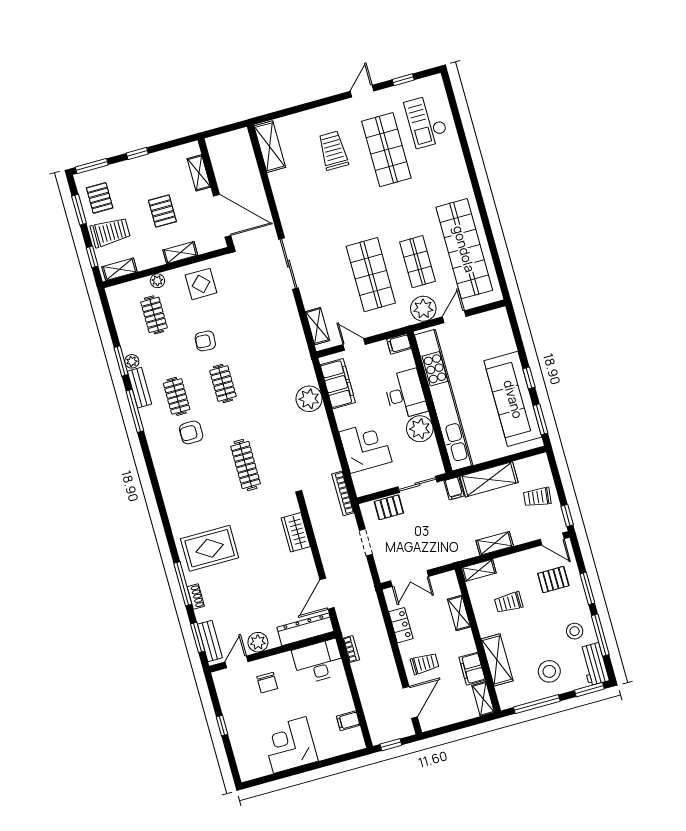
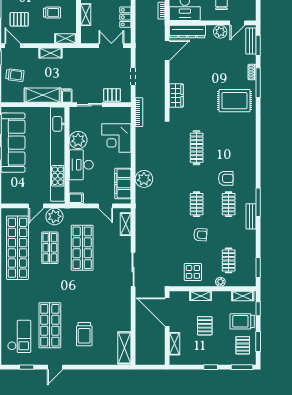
window: (121, 361) -> (258, 268), moved
plant: (132, 361) -> (251, 235), removed

